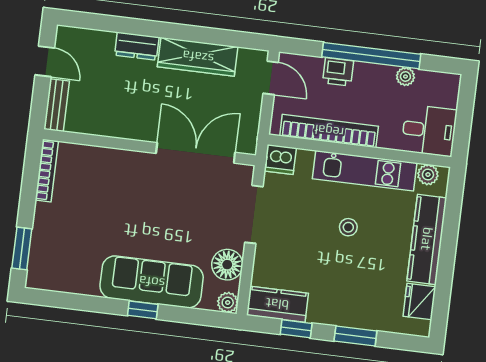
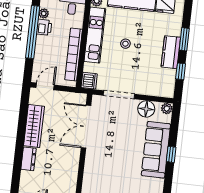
printer: (338, 72) -> (44, 27), moved
kitchen counter: (277, 304) -> (171, 52), moved

